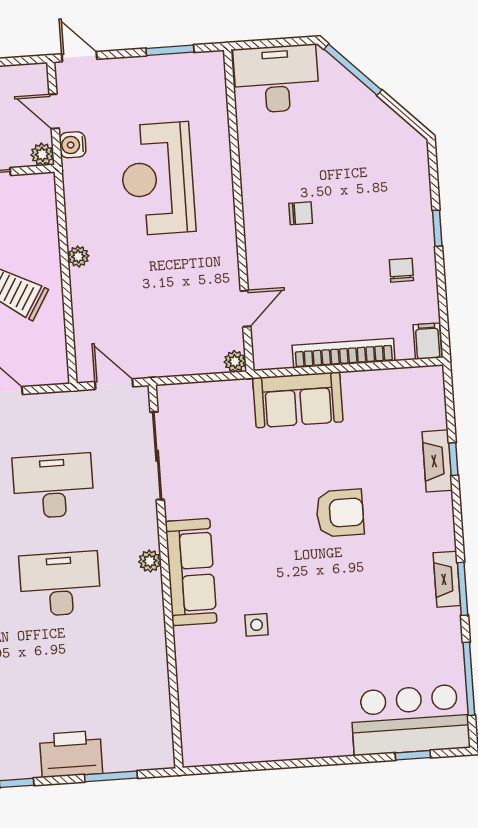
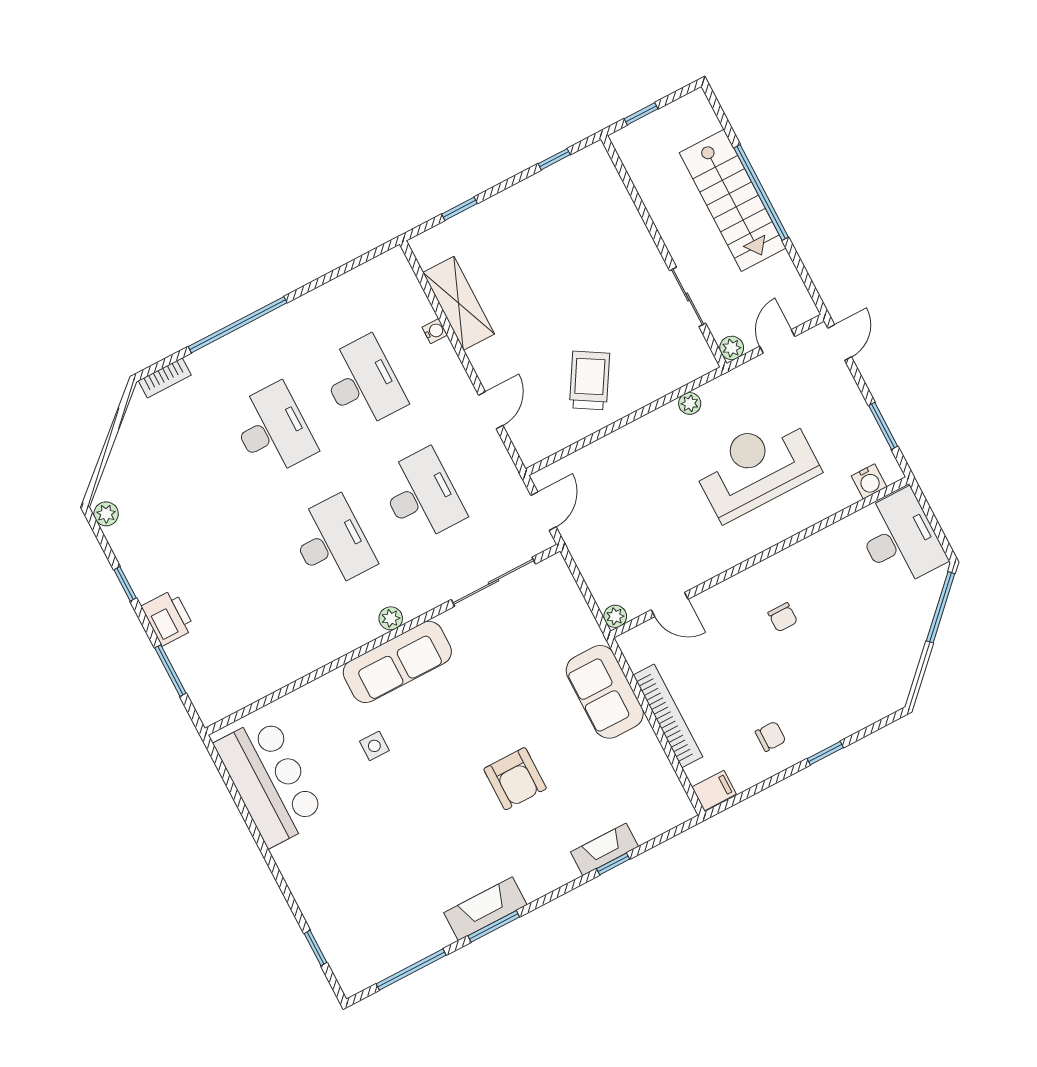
water cooler: (73, 145) -> (869, 481), moved, turned 180
plant: (78, 256) -> (690, 403), moved
fireplace: (447, 579) -> (485, 909), width x1.37, depth x1.32
bar counter: (410, 720) -> (270, 781), moved
printer: (71, 754) -> (168, 618), width x0.73, depth x0.84

